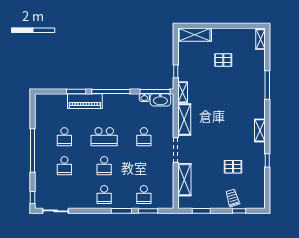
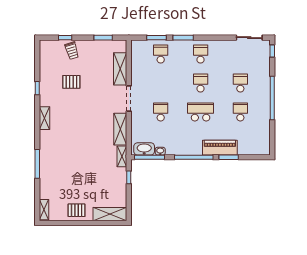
pallet: (223, 60) -> (77, 210), moved

